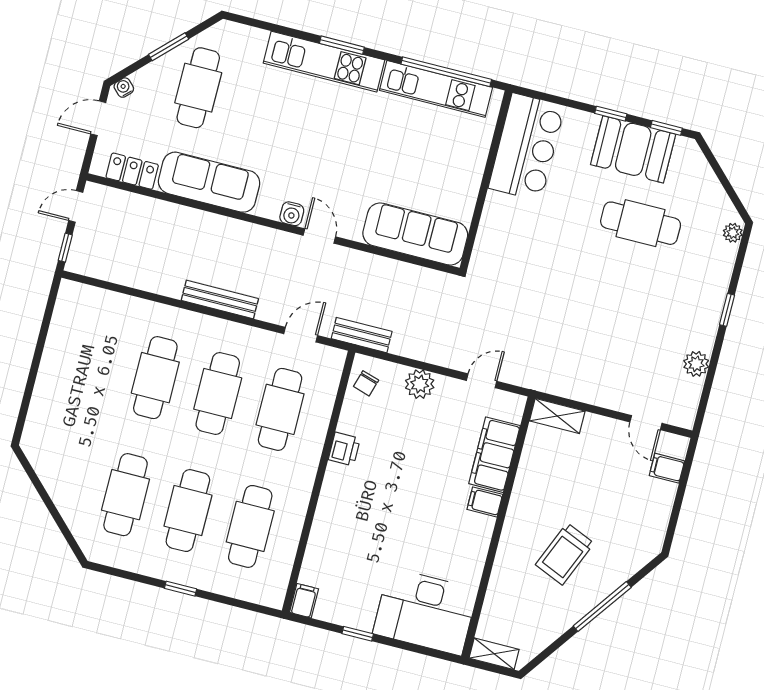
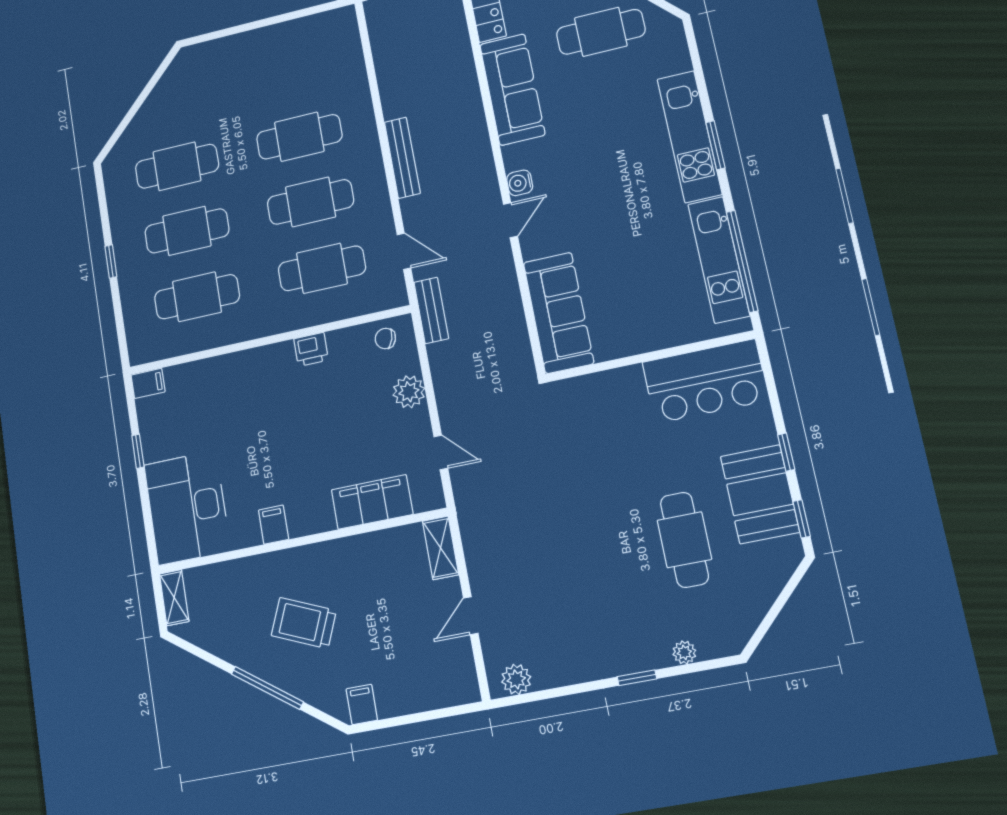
plant: (733, 233) -> (684, 652), moved
plant: (696, 364) -> (516, 679), moved
door: (646, 423) -> (471, 616), moved
filing cabinet: (667, 468) -> (362, 705), moved
filing cabinet: (485, 502) -> (274, 525), moved

